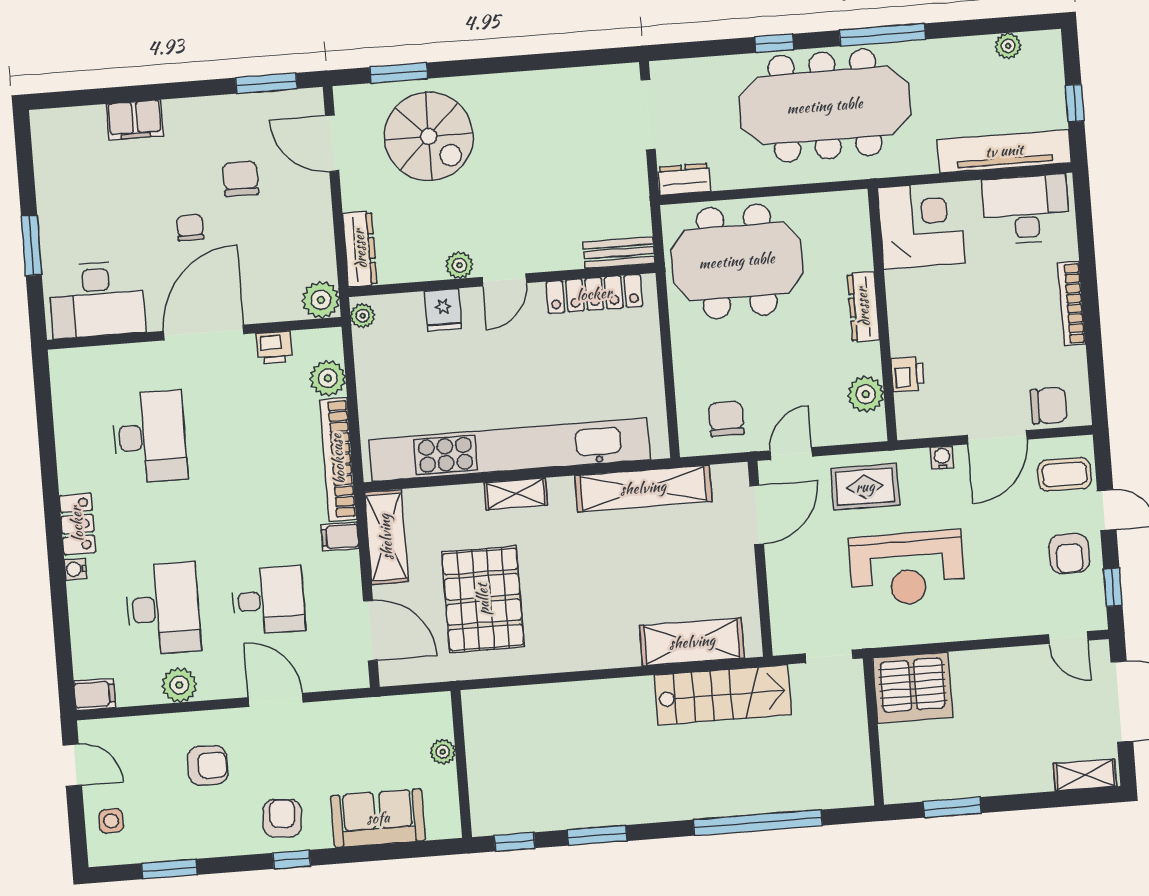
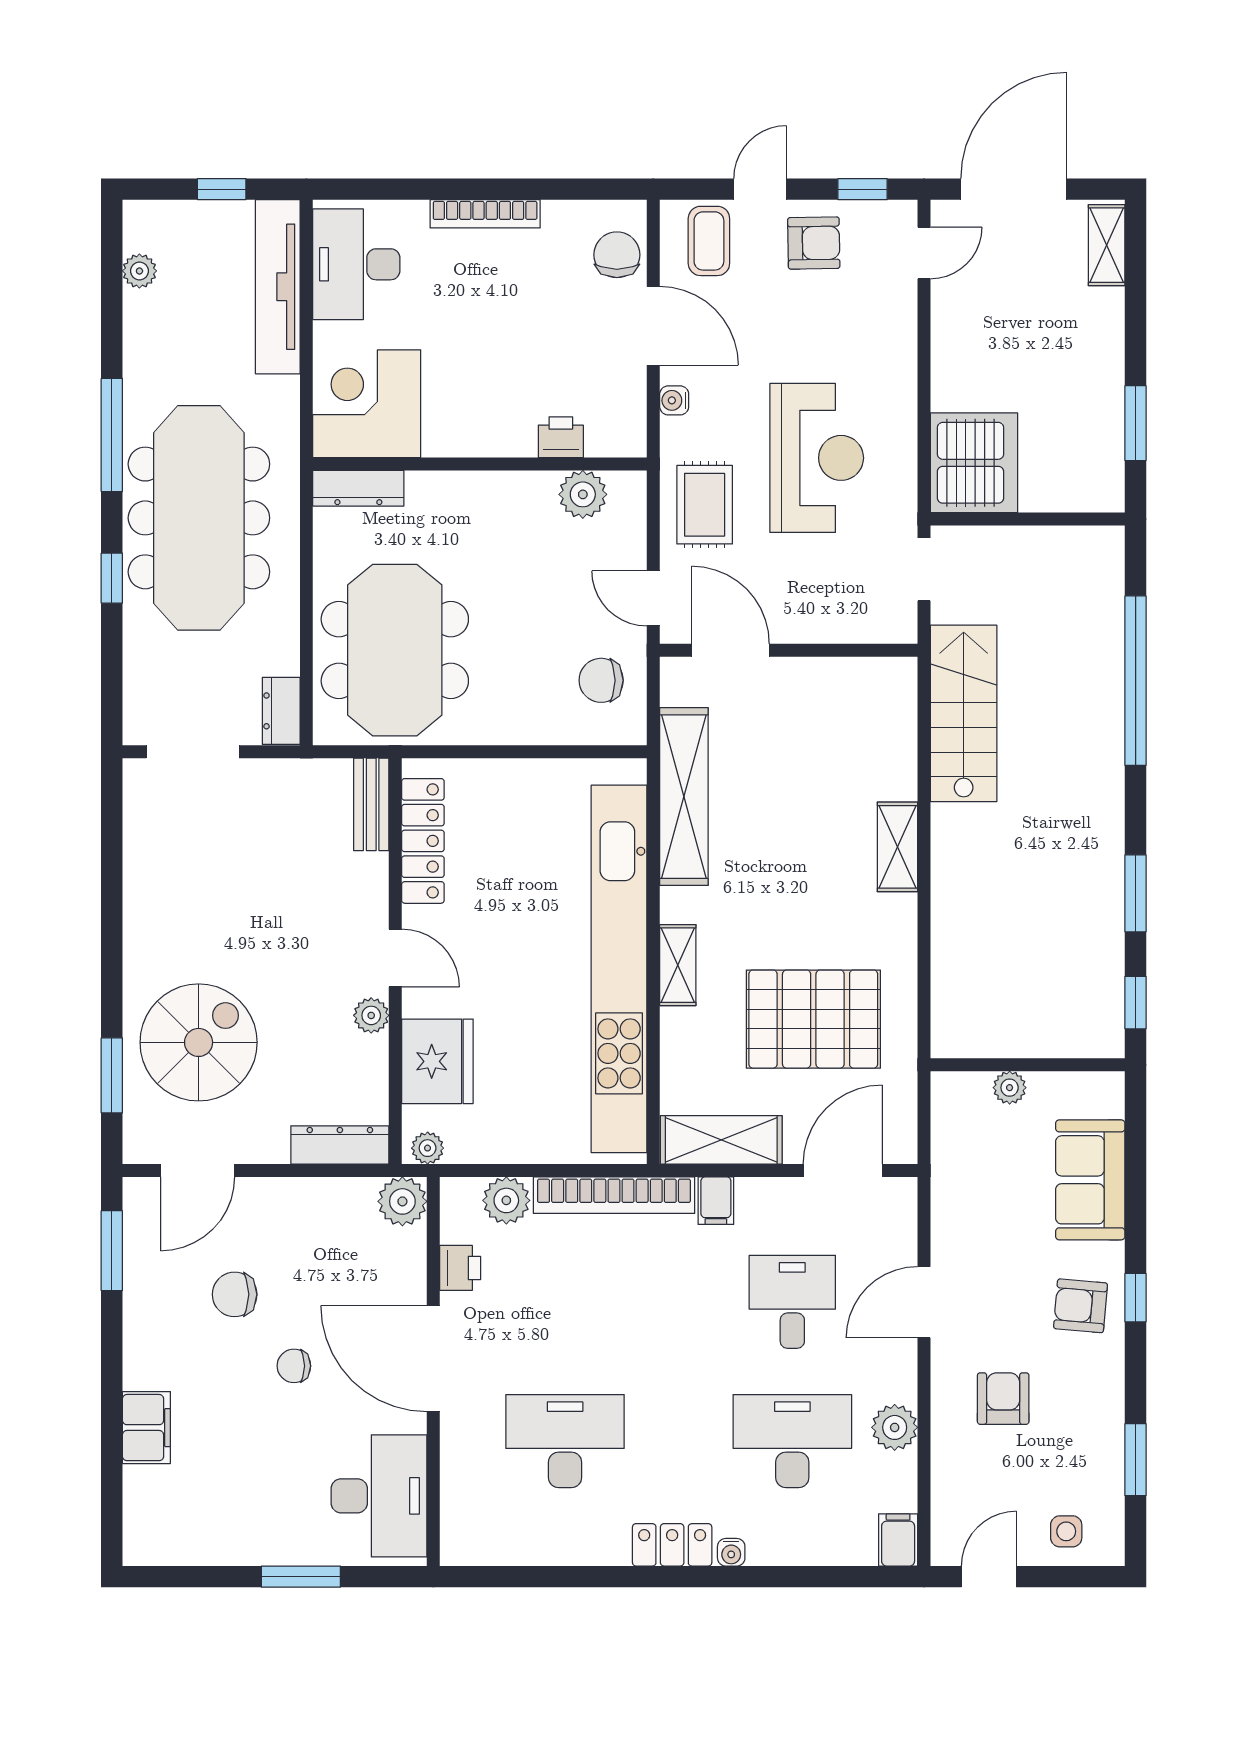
dresser: (863, 307) -> (358, 488), moved
fridge: (443, 310) -> (437, 1061), width x1.88, depth x1.34
shelving: (692, 642) -> (897, 847), moved, width x0.67, depth x0.75

